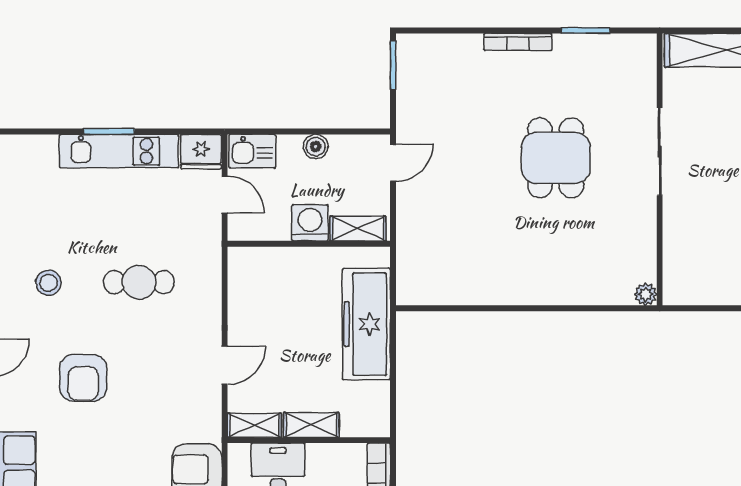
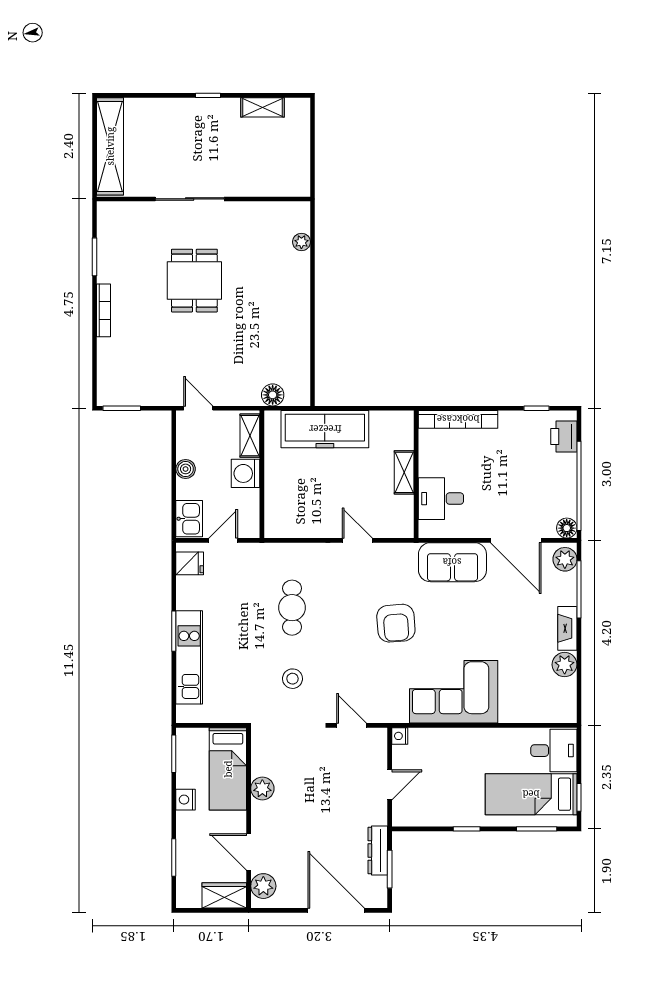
kitchen unit: (119, 151) -> (189, 657), moved
fridge: (201, 152) -> (190, 563), width x0.72
dining table: (556, 158) -> (194, 281), turned 90
floor lamp: (410, 257) -> (273, 395), added
plant: (646, 294) -> (301, 242), moved
armchair: (83, 378) -> (396, 623), moved, turned 86
shelving: (254, 425) -> (404, 517), removed

